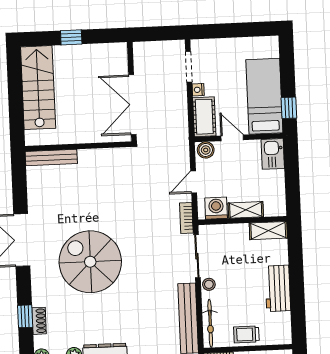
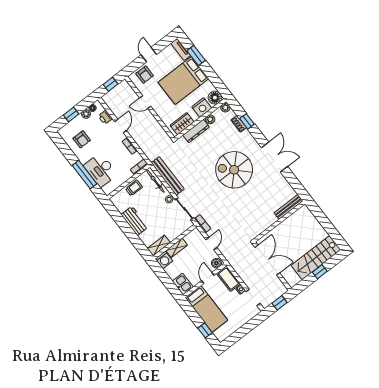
window: (157, 34) -> (279, 303), added
stairs: (38, 88) -> (316, 258), moved, turned 90
window: (289, 108) -> (205, 330), moved
door: (232, 138) -> (208, 278), swing flipped
washing machine: (216, 208) -> (164, 260), moved
spiral stairs: (90, 262) -> (234, 170), turned 180

